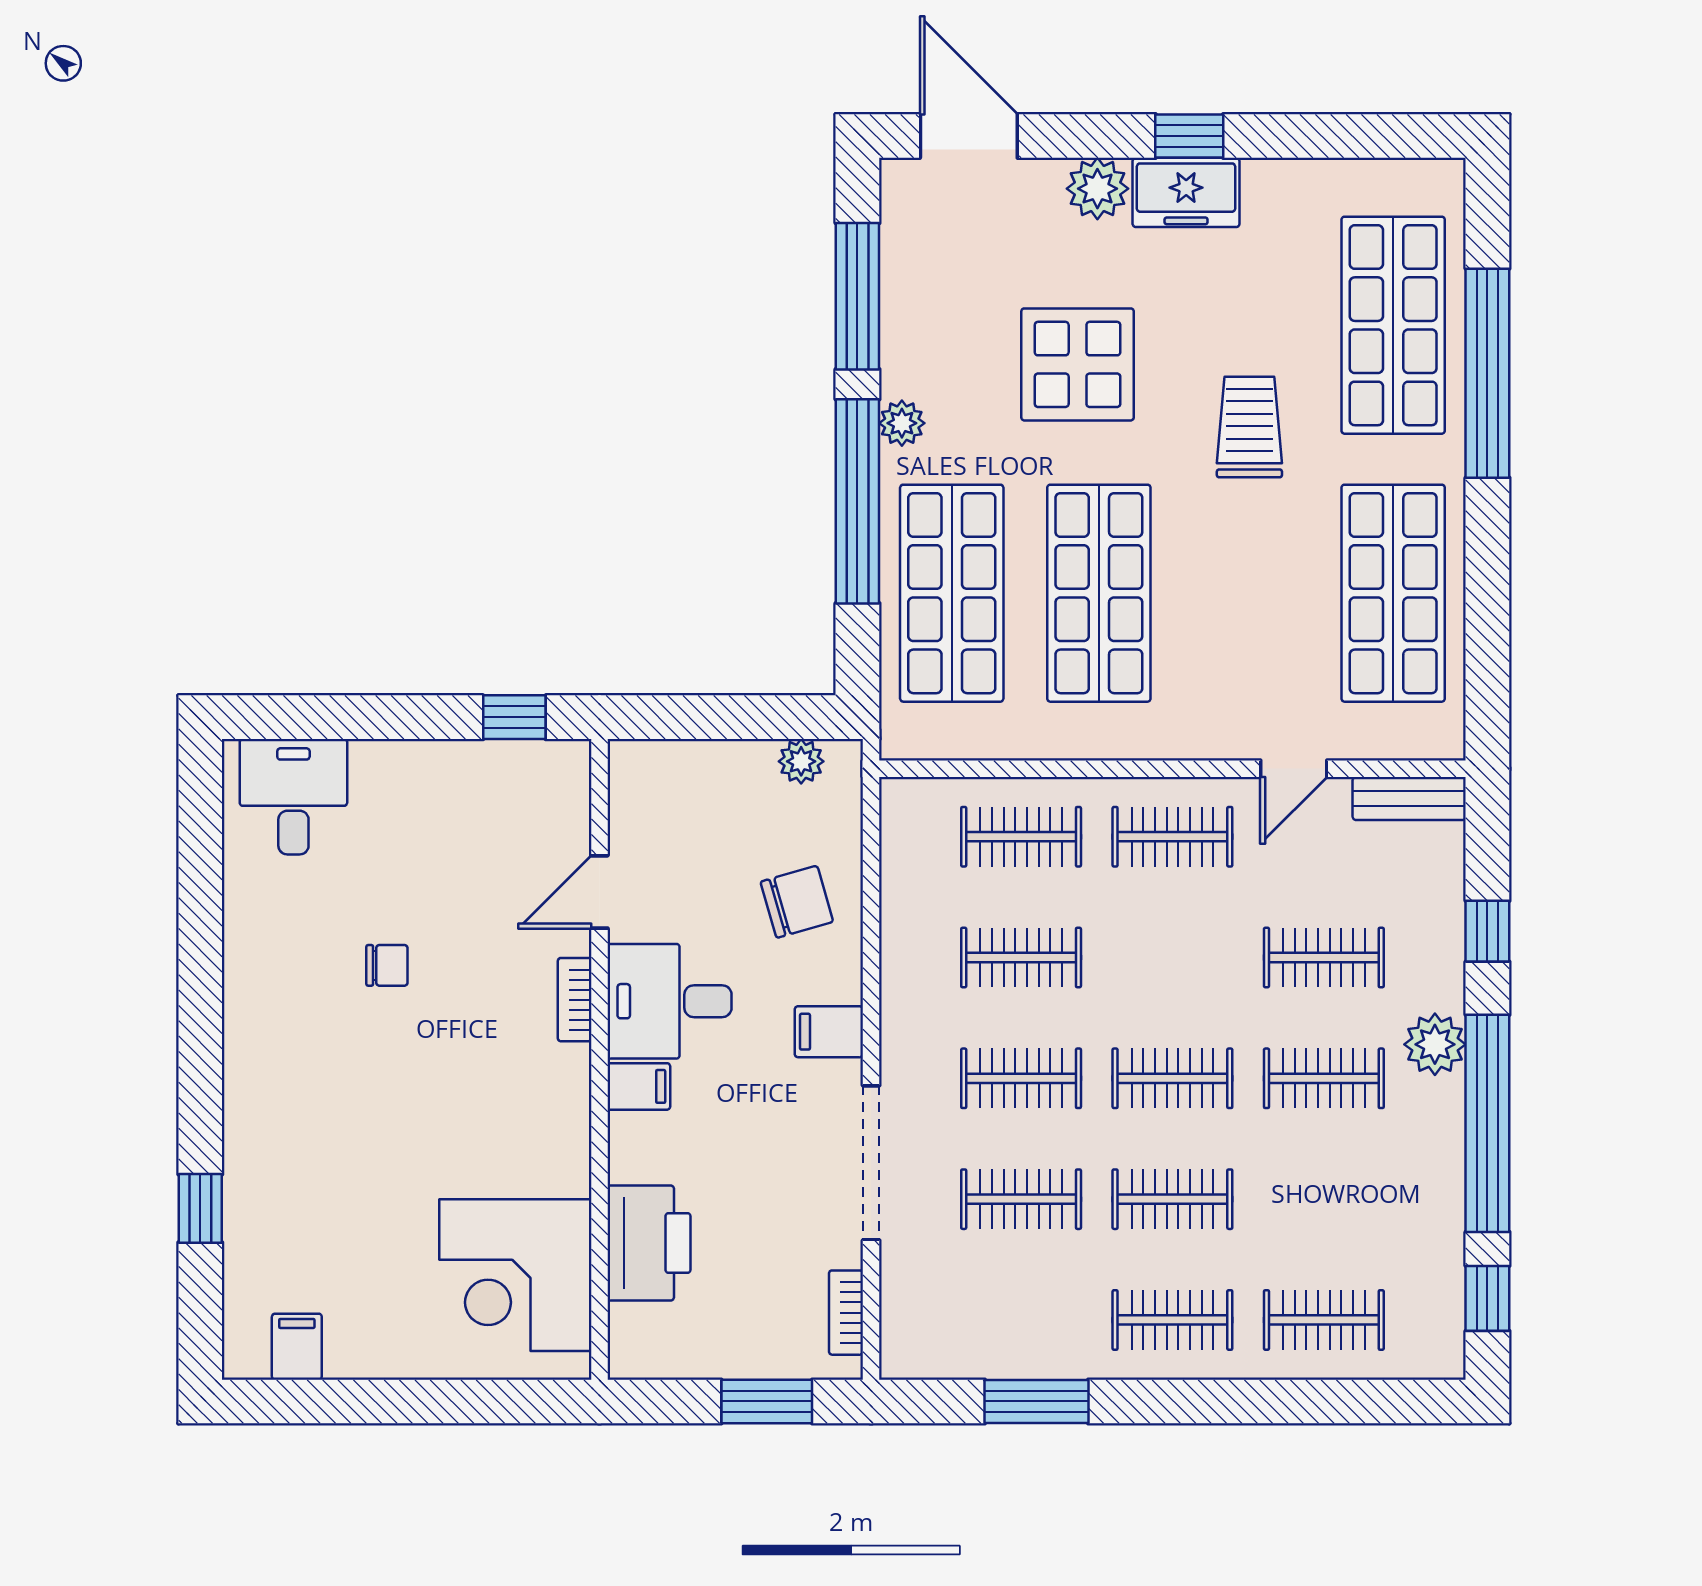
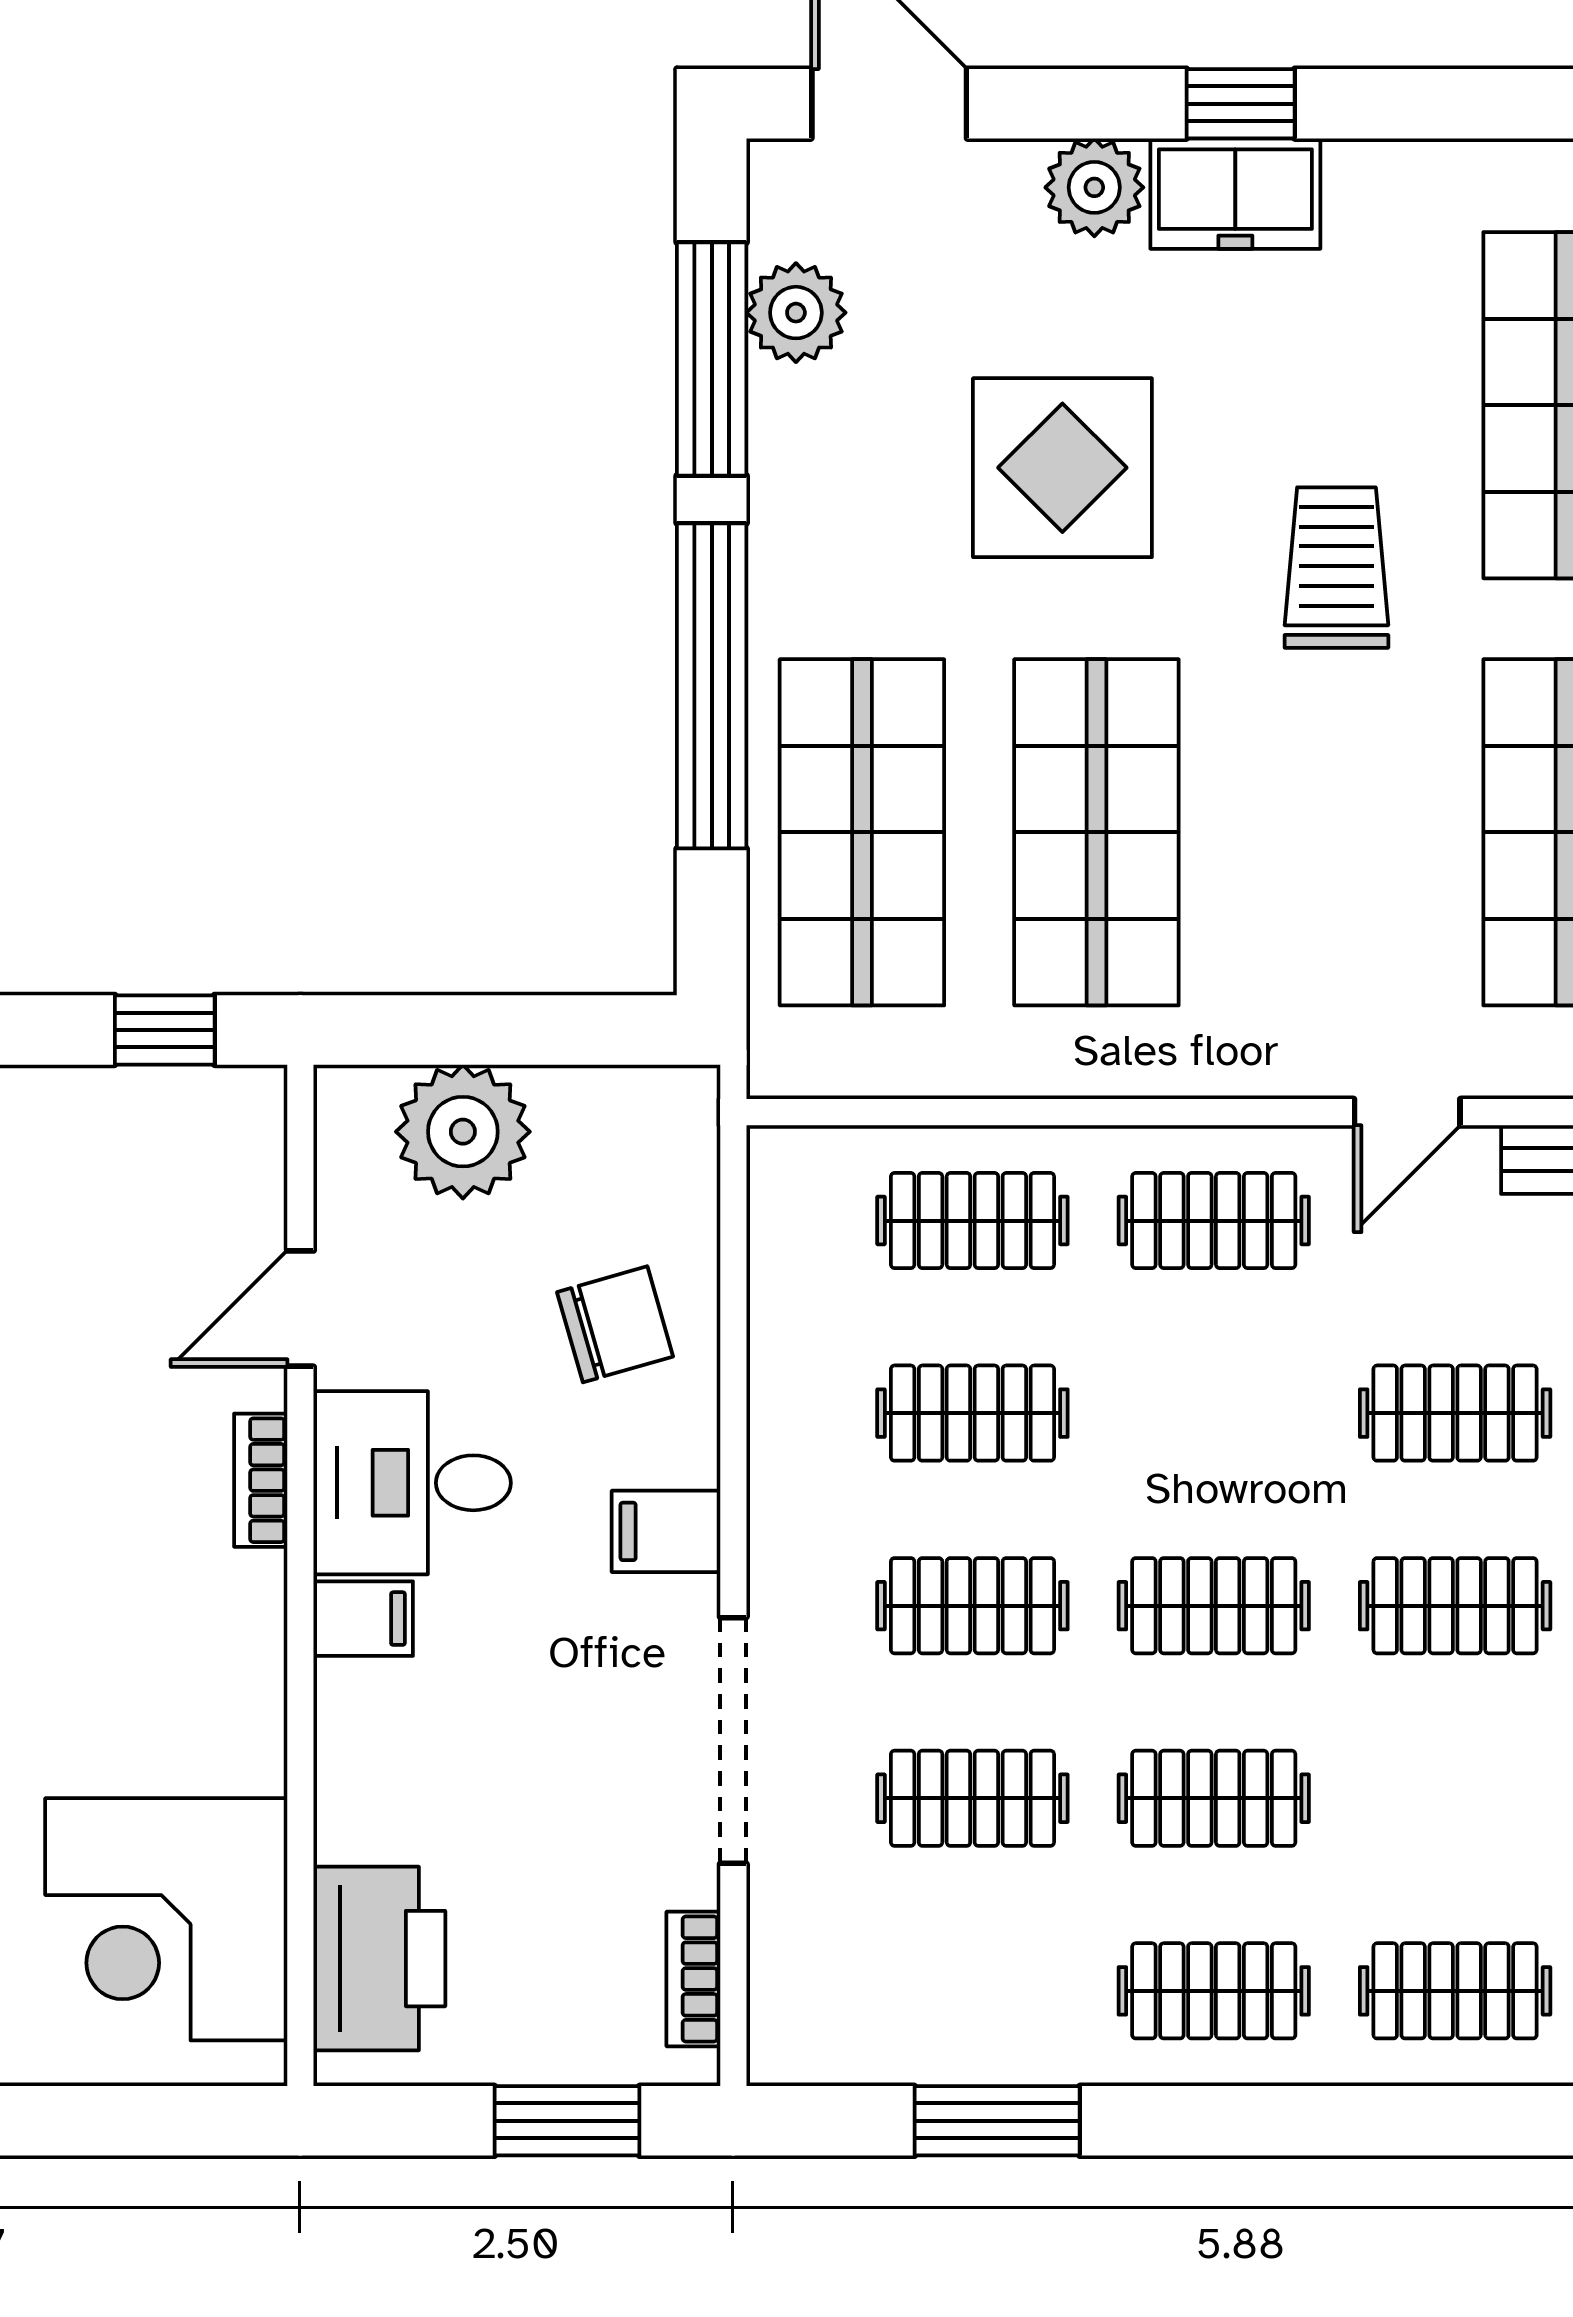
plant: (902, 423) -> (796, 313), moved, width x1.38, depth x1.38
plant: (801, 761) -> (463, 1132), moved, width x1.88, depth x1.88
printer: (649, 1243) -> (379, 1959), moved

